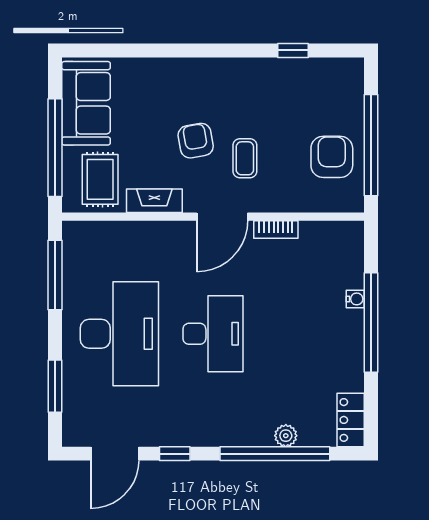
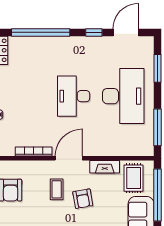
bookcase: (276, 230) -> (34, 151), width x1.56
desk: (119, 334) -> (123, 96), turned 180
plant: (286, 436) -> (35, 42), removed

